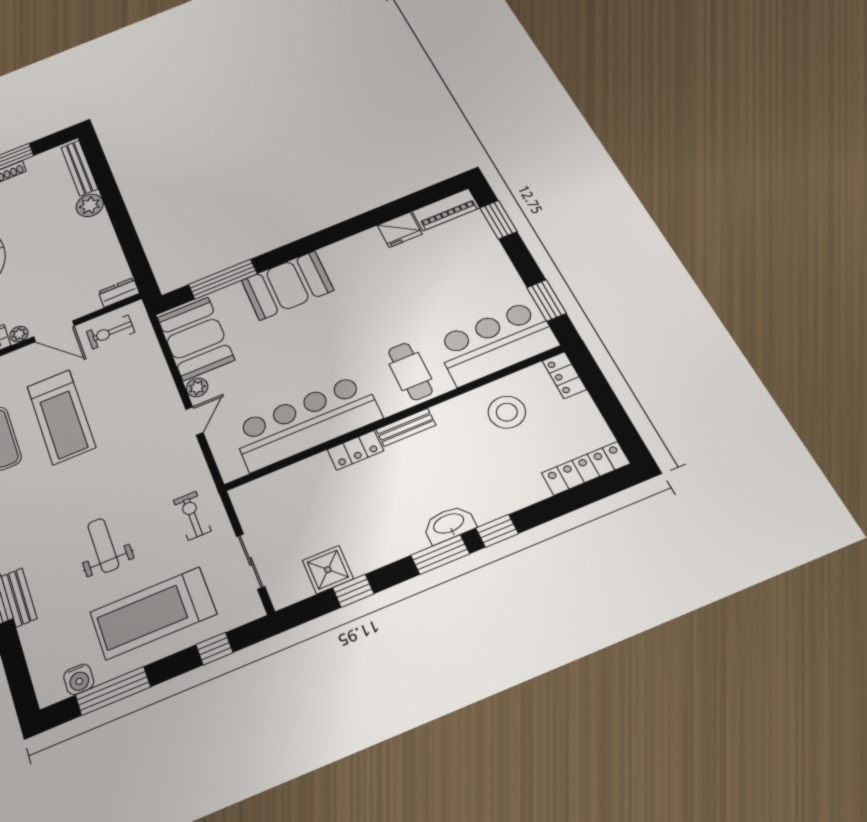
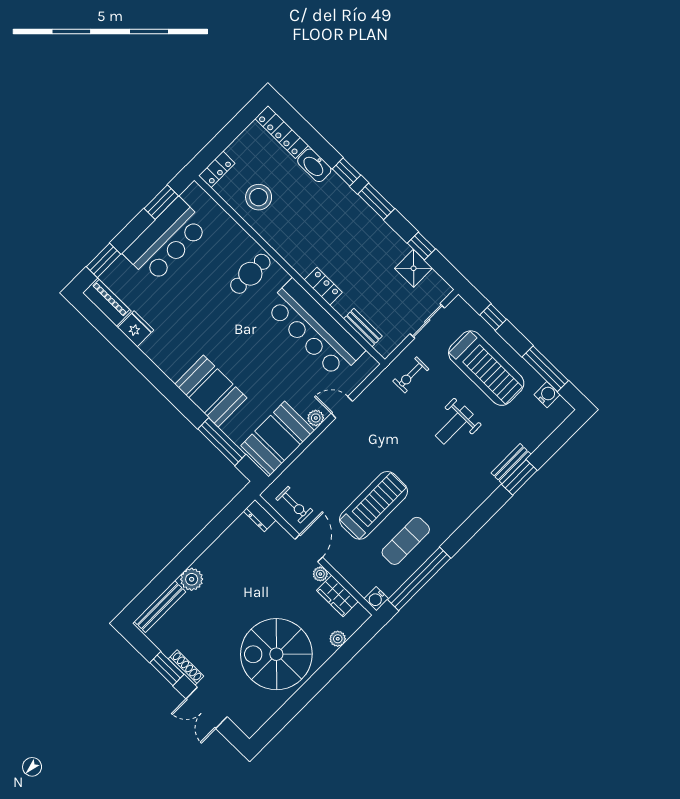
bar counter: (496, 343) -> (166, 240), moved, turned -90
bench: (406, 427) -> (363, 328), moved
washbasin: (449, 524) -> (314, 165), moved

